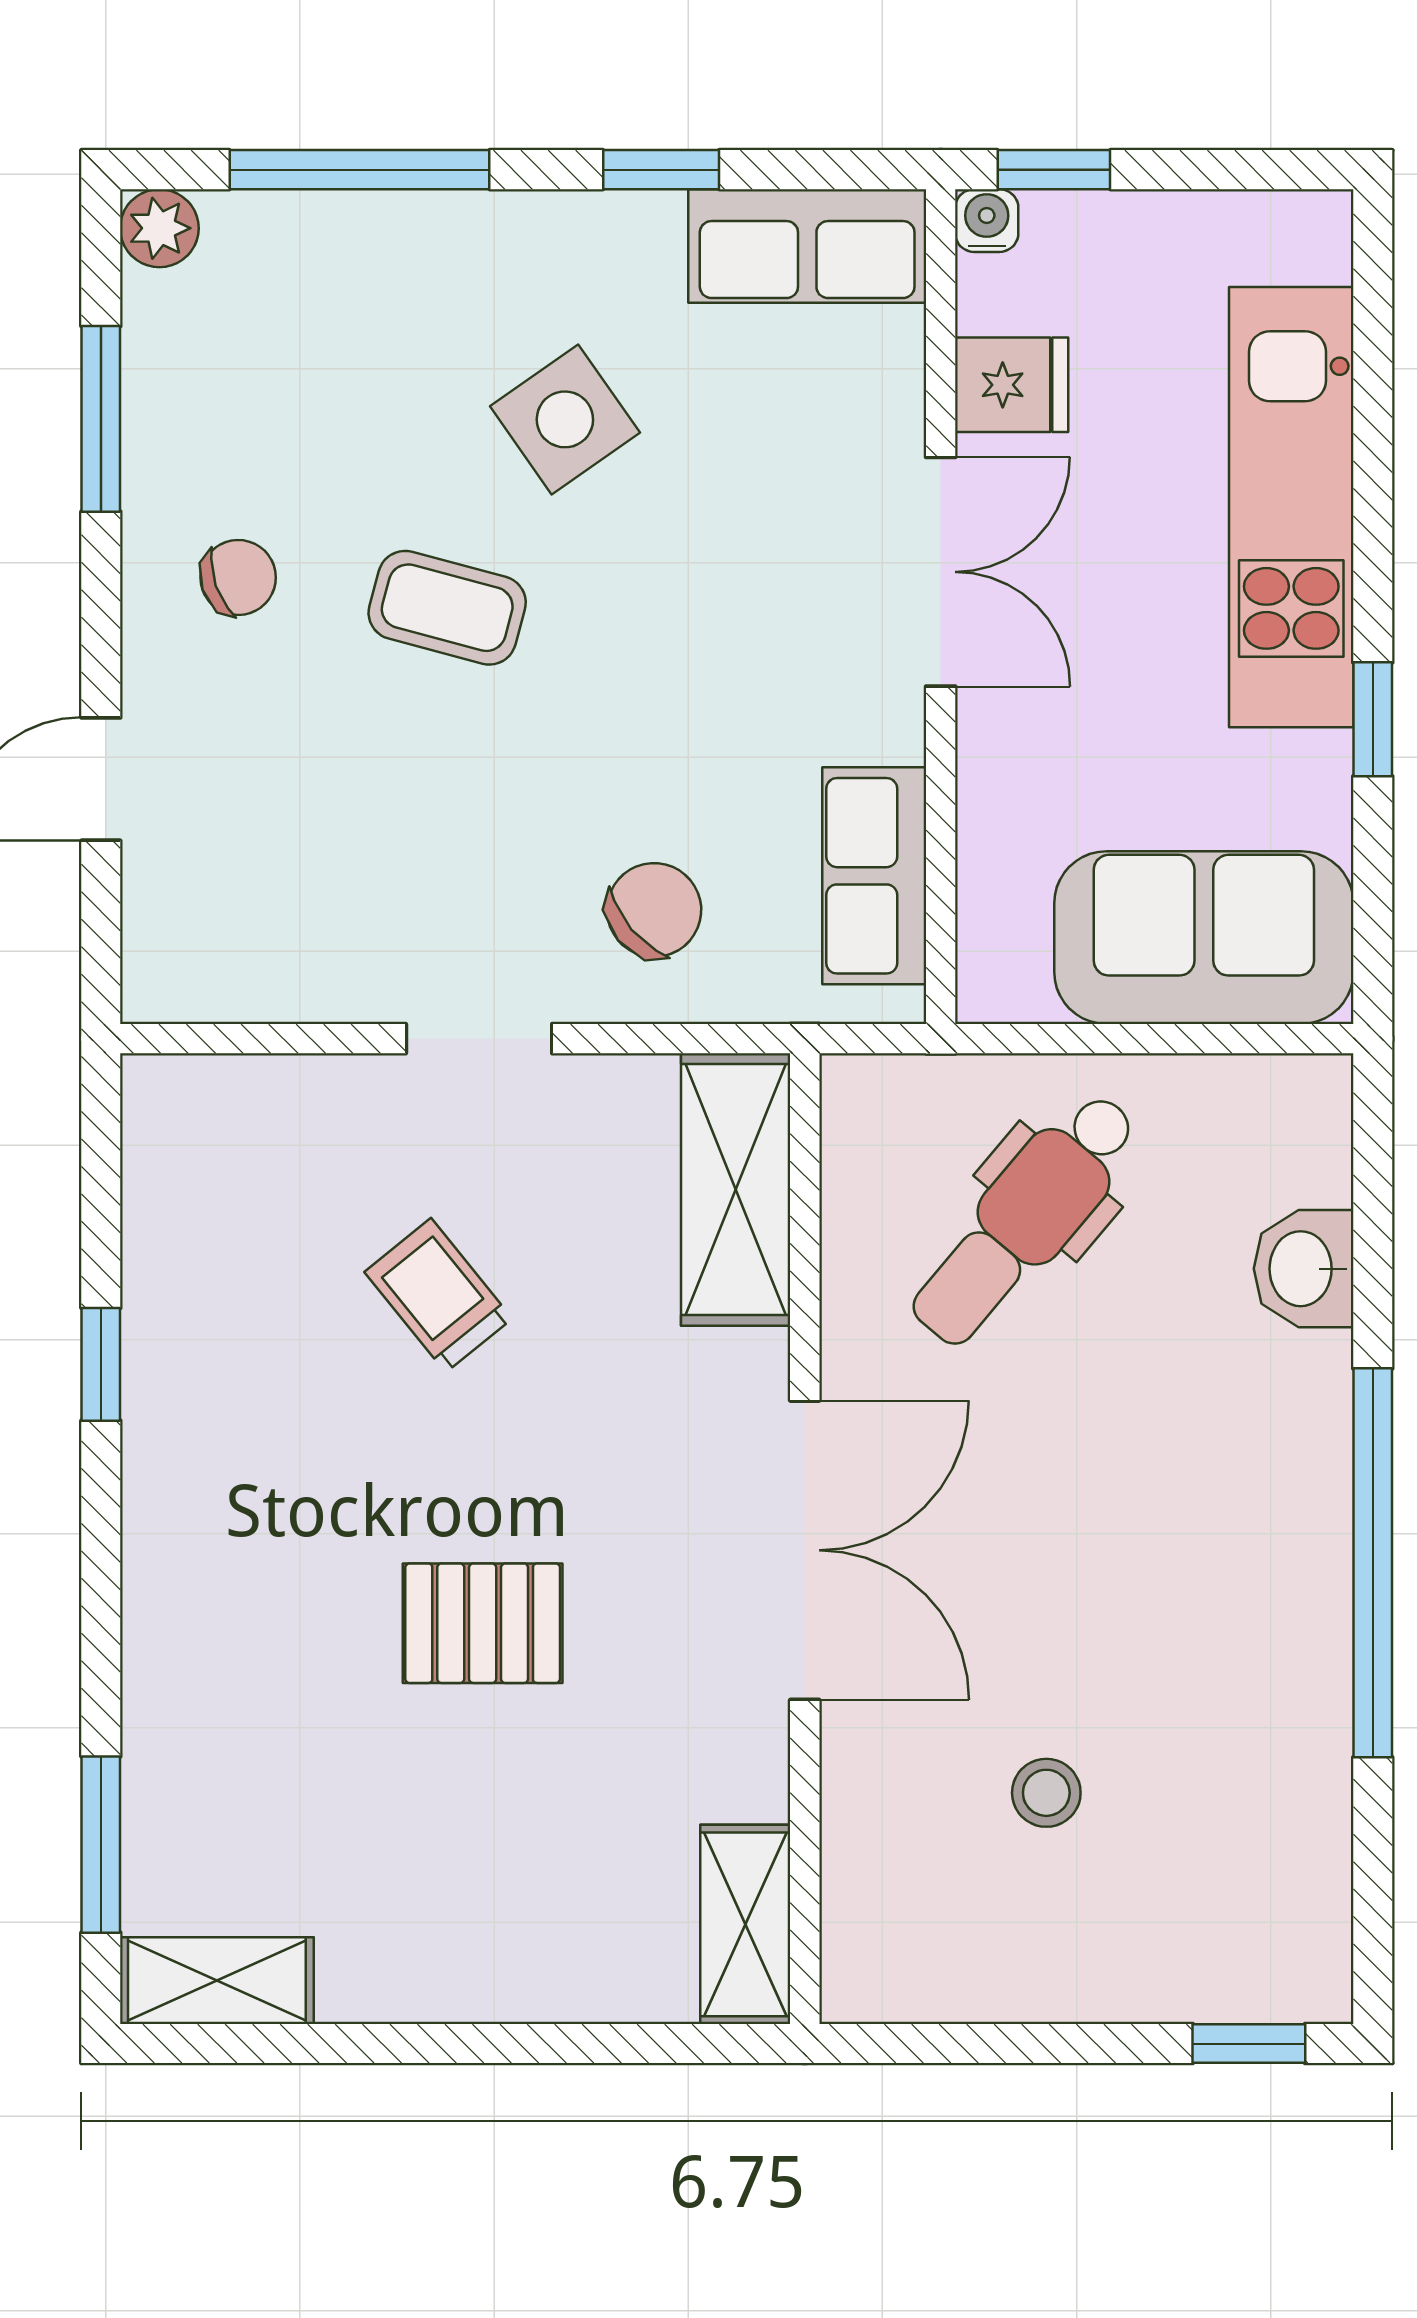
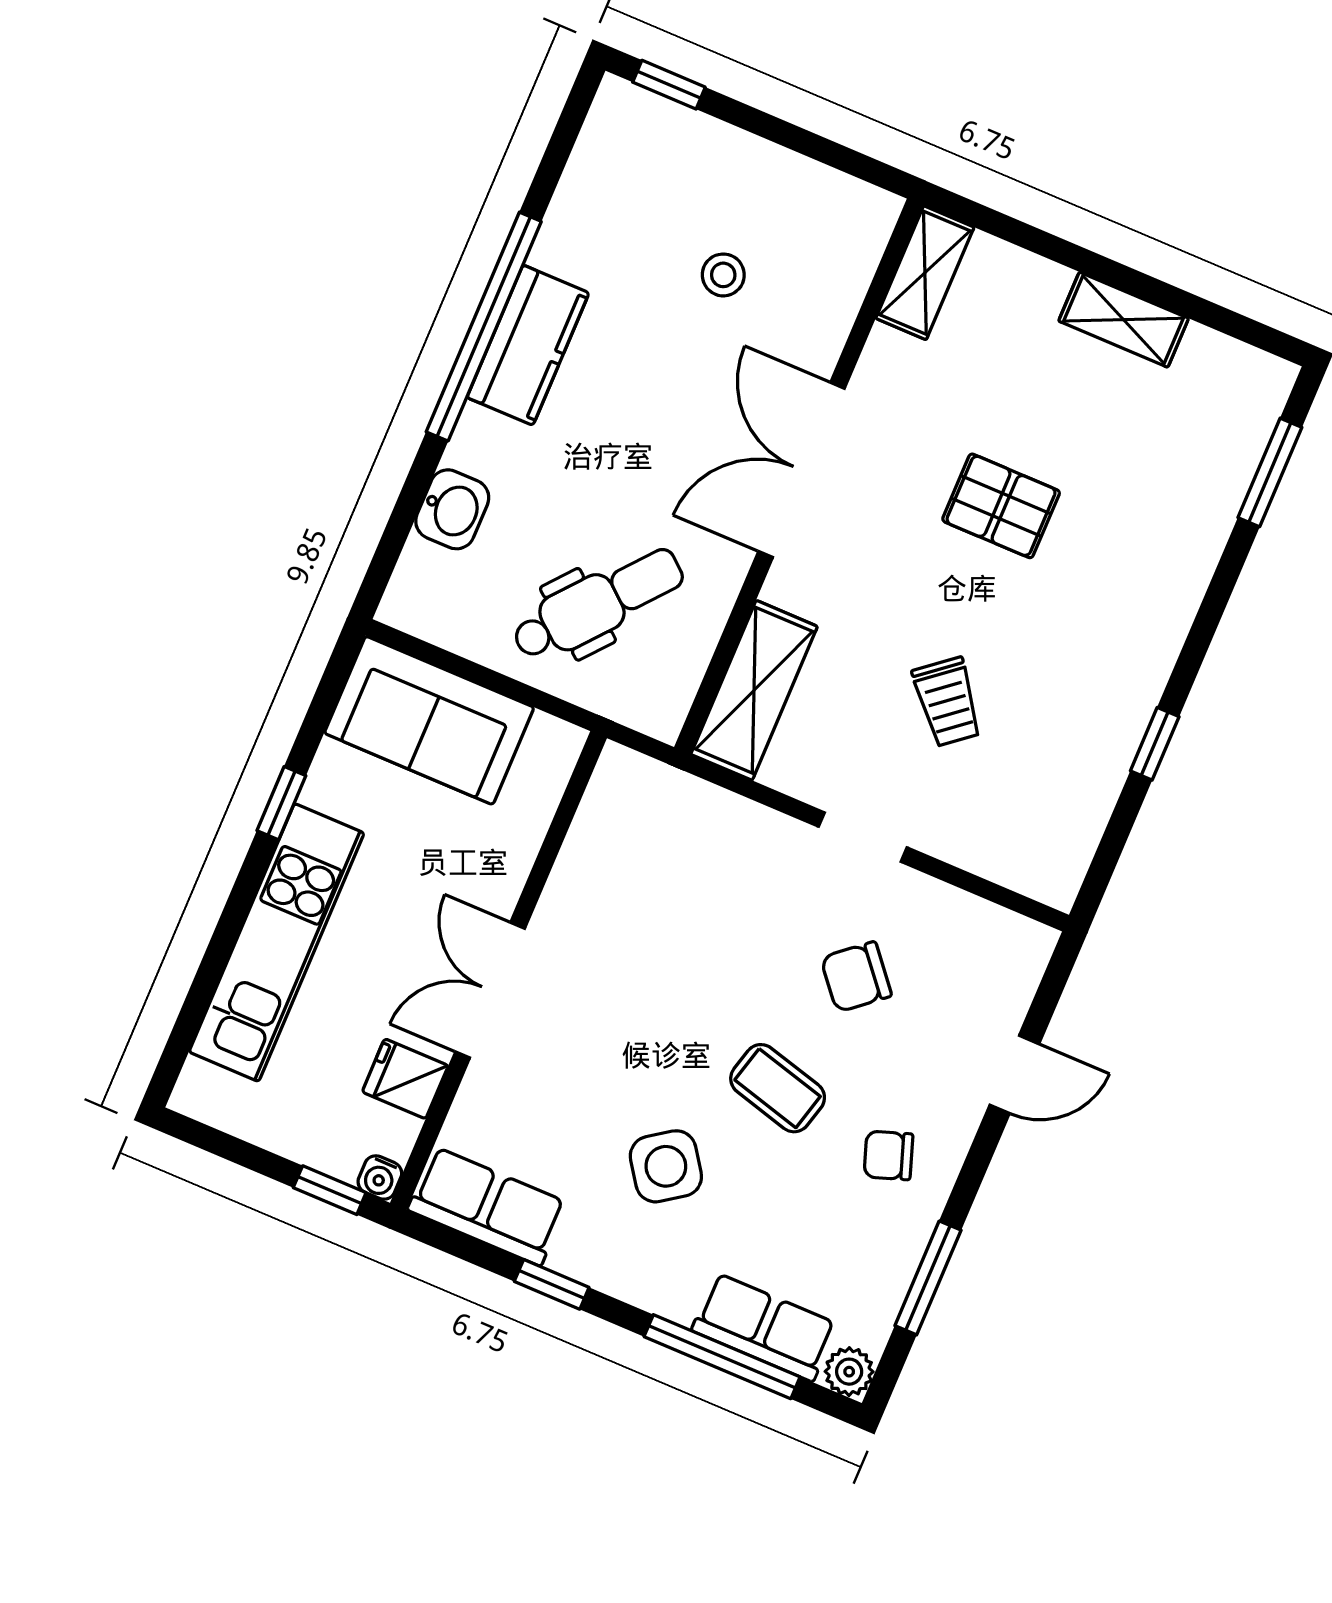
row of seats: (874, 876) -> (764, 1327), moved, turned -90
chair: (654, 910) -> (856, 977), moved
kitchen counter: (1295, 1563) -> (528, 345), added
shelving: (217, 1981) -> (1124, 320), moved

